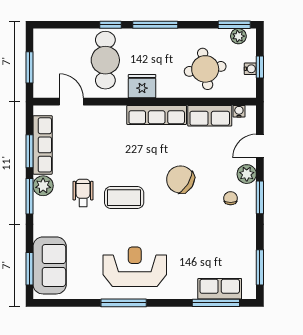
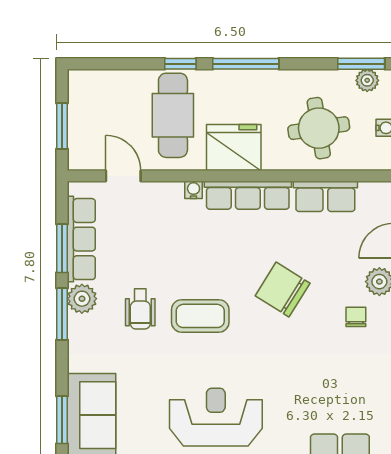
fridge: (142, 86) -> (234, 147), width x1.36, depth x1.34
water cooler: (239, 111) -> (194, 190), moved
wheelchair: (83, 193) -> (140, 309), turned 180

